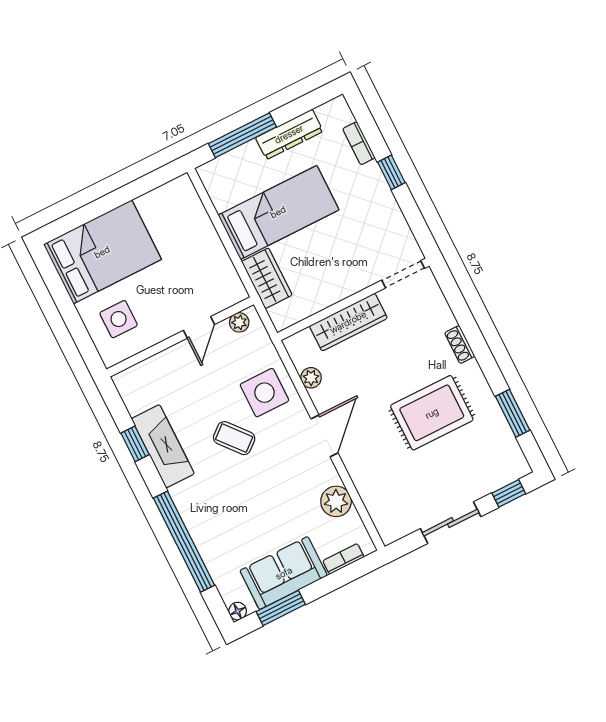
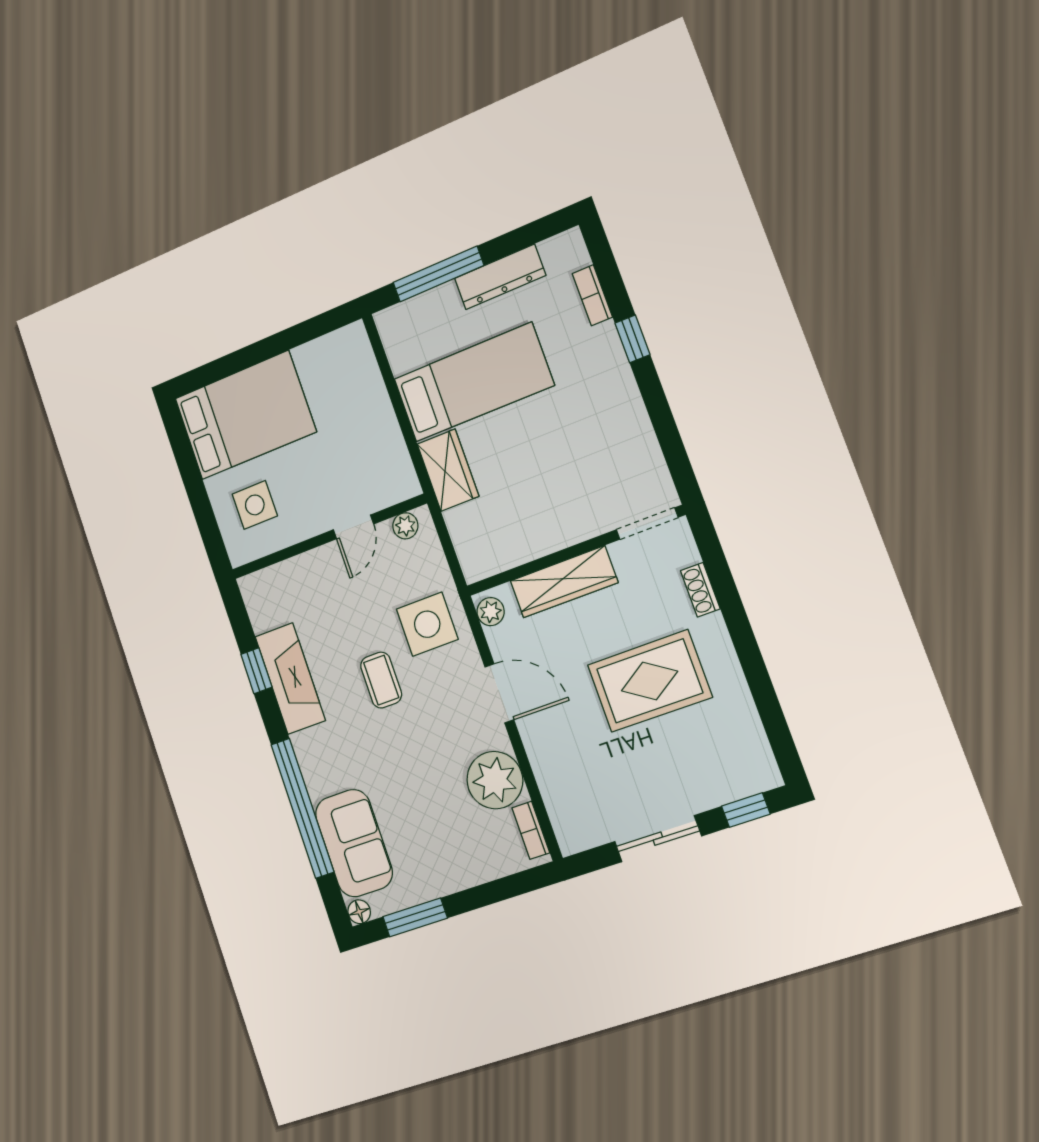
doorway: (403, 274) -> (647, 524), moved
wall: (353, 299) -> (574, 551), moved
wardrobe: (348, 322) -> (564, 582), moved
window: (513, 413) -> (765, 697), removed
door: (325, 436) -> (499, 693), hinge flipped
coffee table: (234, 438) -> (381, 680), turned 40
plant: (336, 501) -> (495, 780), width x1.36, depth x1.36
bookcase: (343, 559) -> (531, 830), moved, turned -90
sofa: (284, 573) -> (354, 843), moved, turned 90

